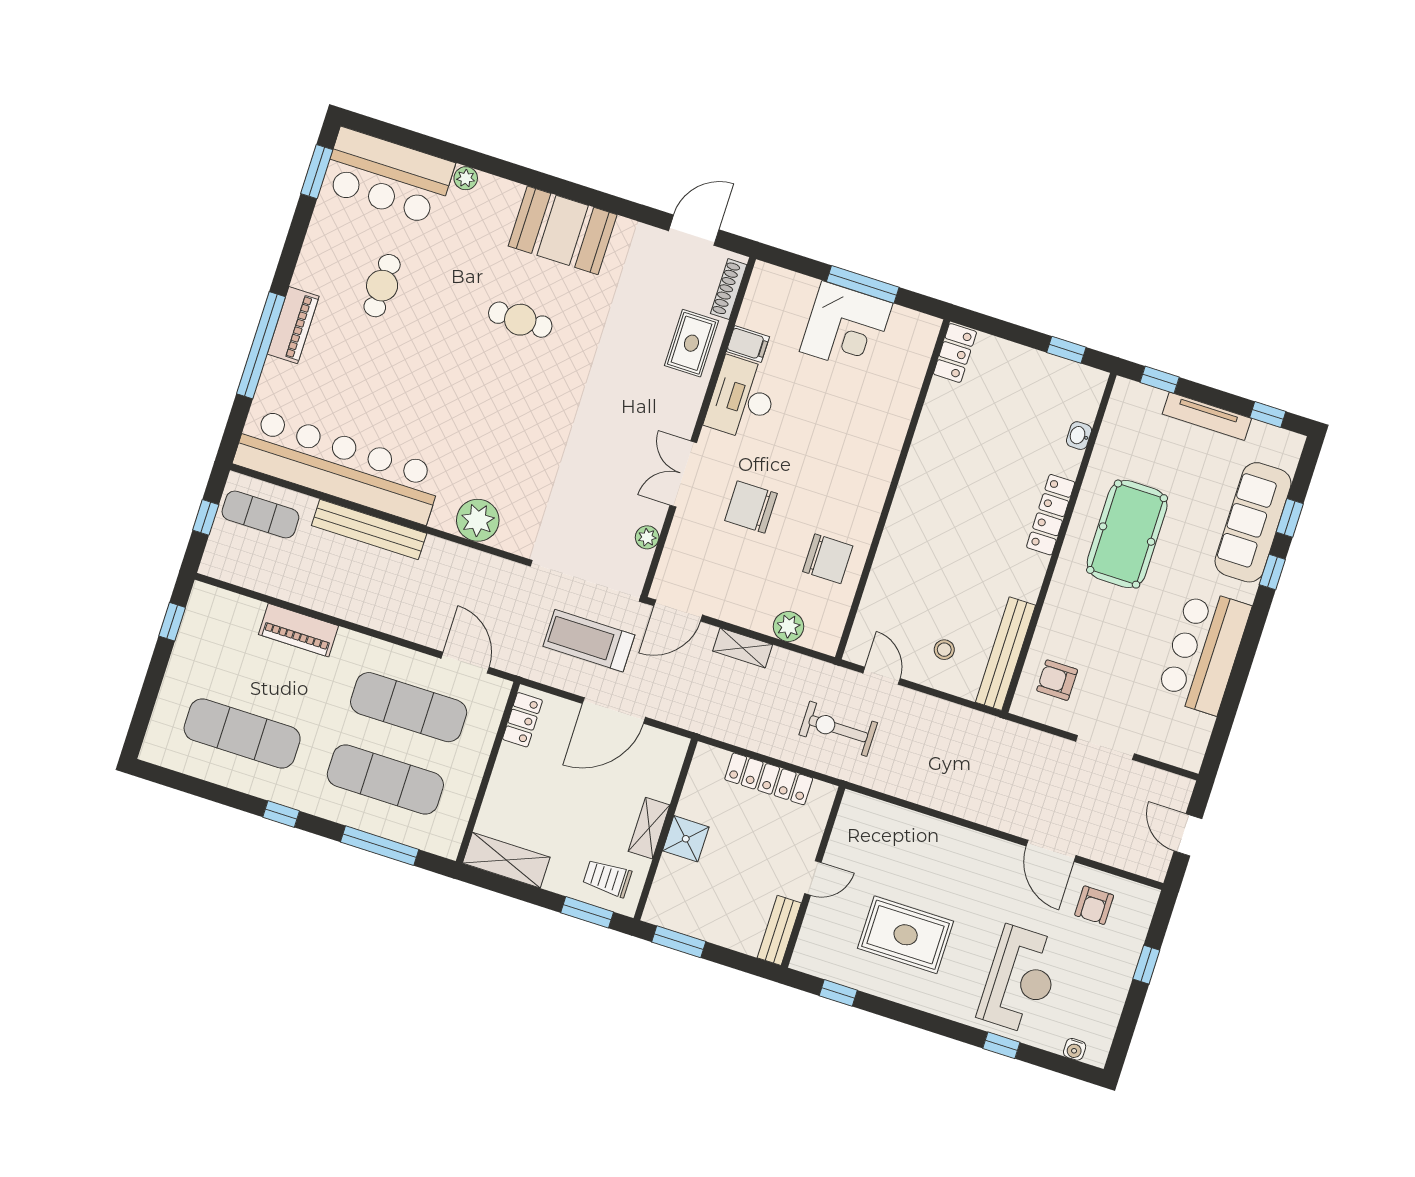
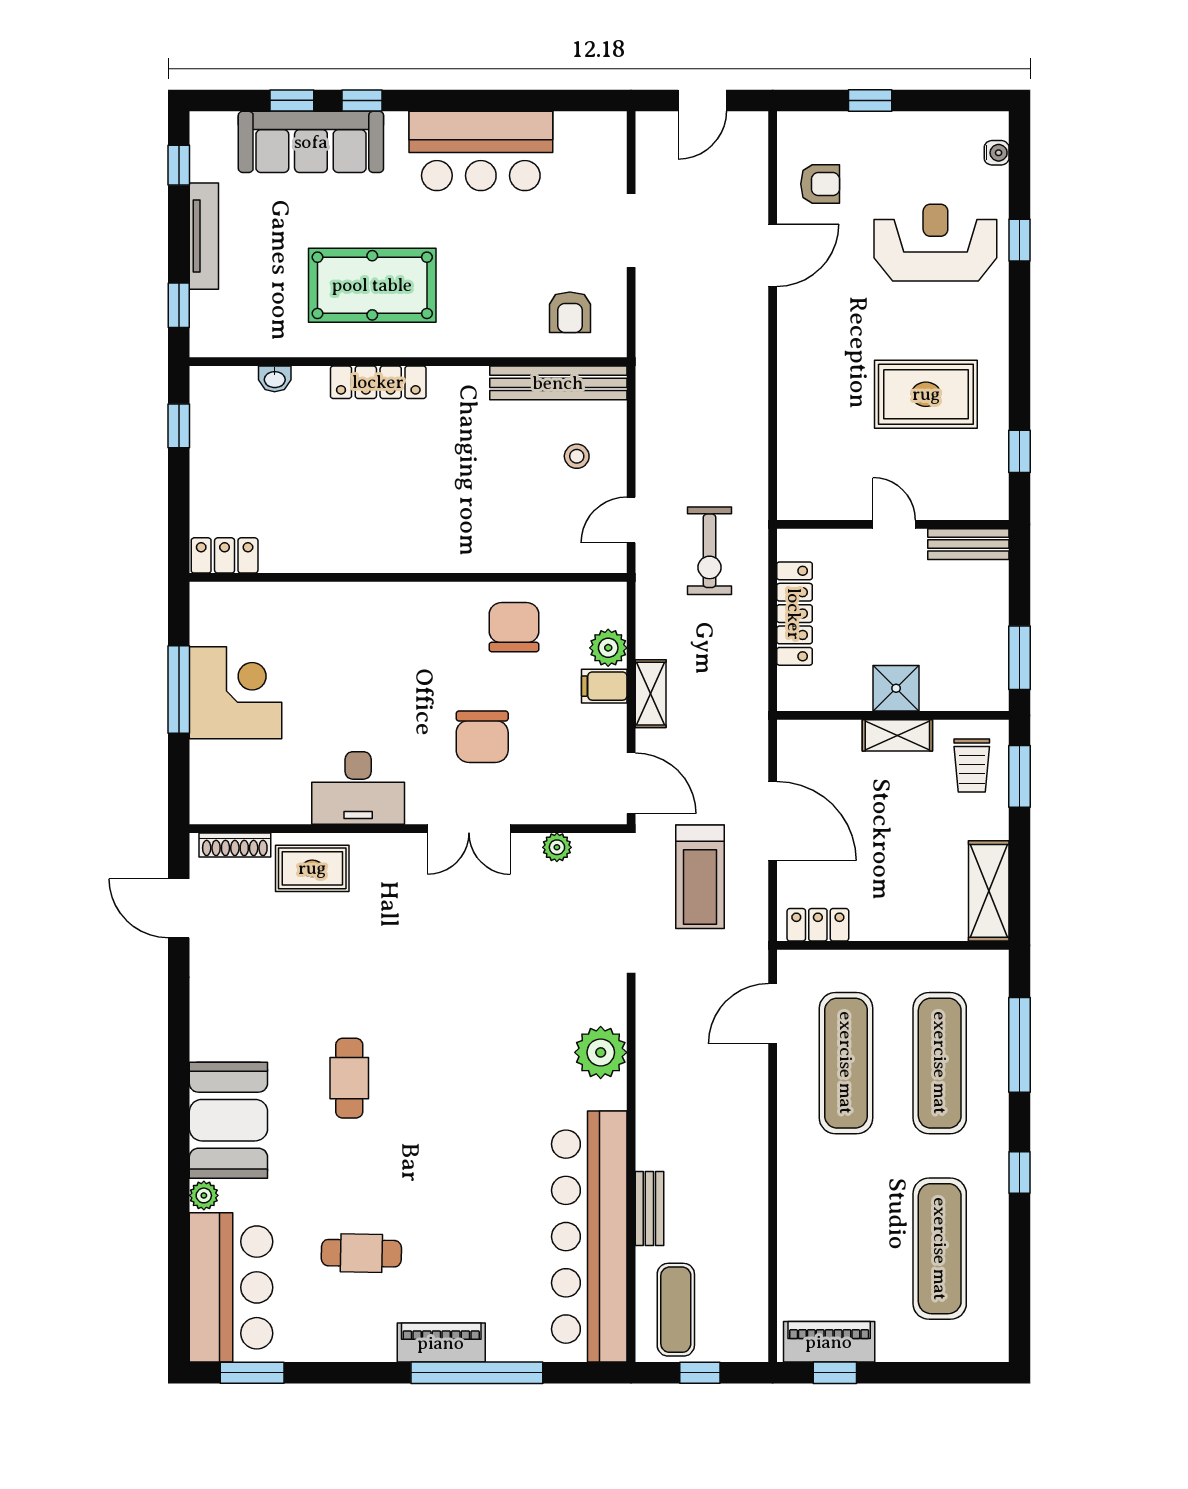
booth: (563, 230) -> (228, 1120), moved
filing cabinet: (748, 344) -> (604, 686), moved, turned -90
bench: (369, 530) -> (649, 1209), width x0.54, depth x0.82
piano: (298, 630) -> (829, 1342), moved, turned -90
rug: (906, 935) -> (926, 394), turned 90

